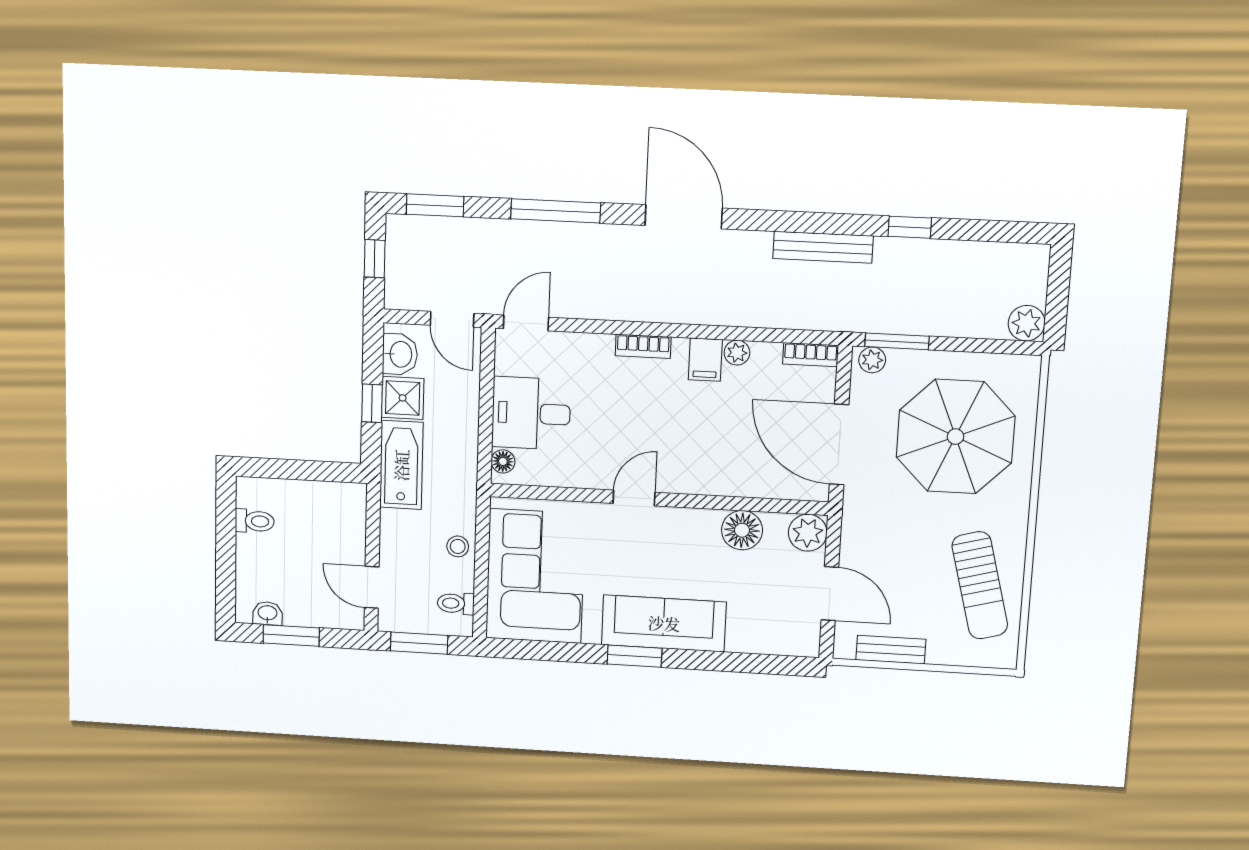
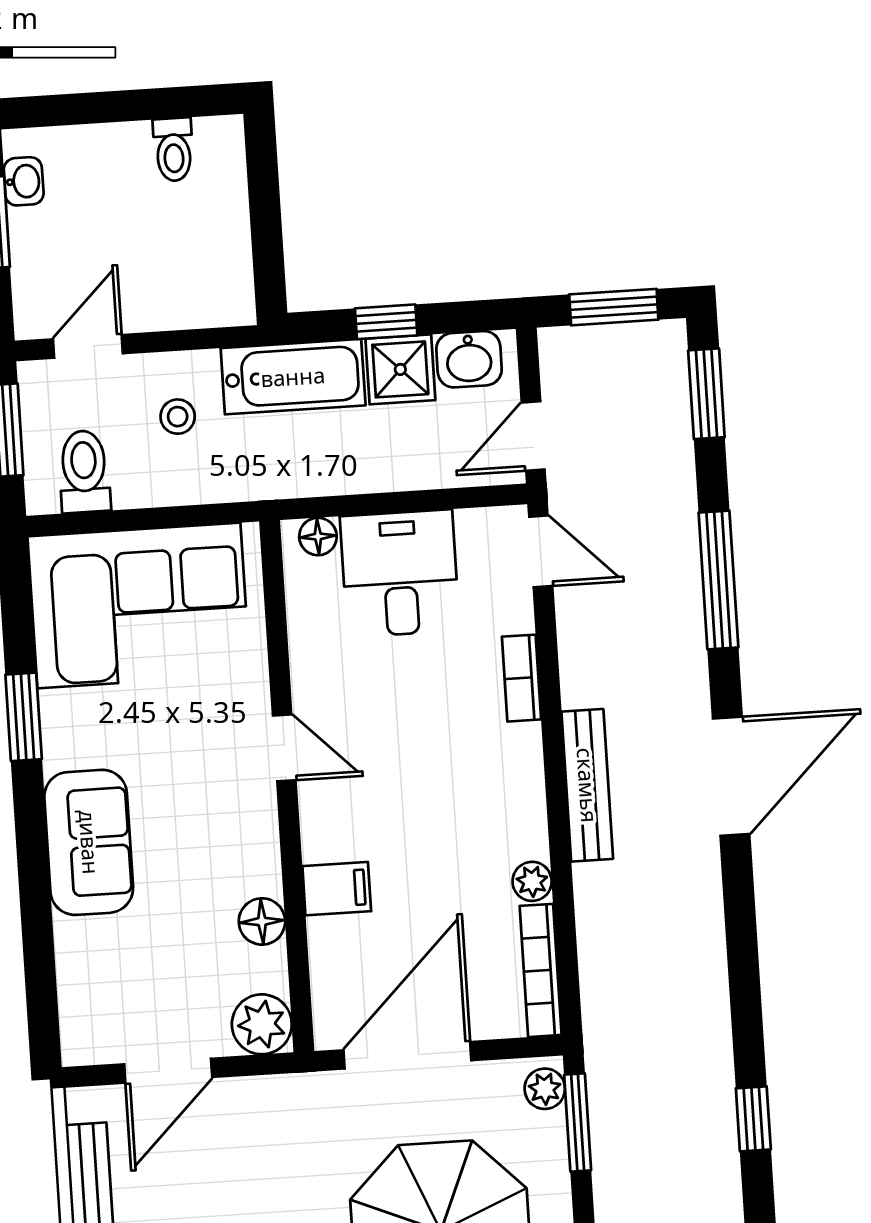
bench: (823, 247) -> (587, 785), moved
window: (375, 259) -> (614, 307), width x1.50
bookcase: (643, 346) -> (521, 678), moved
bookcase: (811, 355) -> (541, 970), width x1.56
filing cabinet: (705, 360) -> (337, 889), moved, turned 180
floor lamp: (742, 530) -> (262, 921), width x0.73, depth x0.73
stool: (458, 546) -> (178, 417), moved
toilet: (456, 603) -> (84, 472), width x1.37, depth x1.39
sofa: (664, 623) -> (89, 842), width x0.73
window: (635, 656) -> (24, 717), moved

